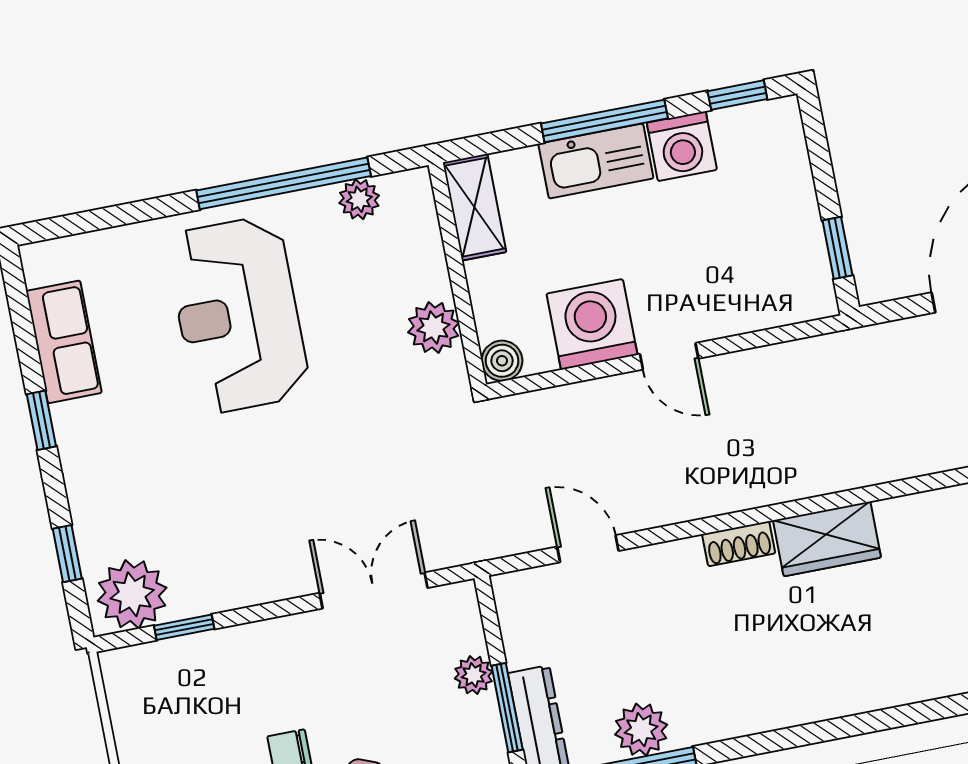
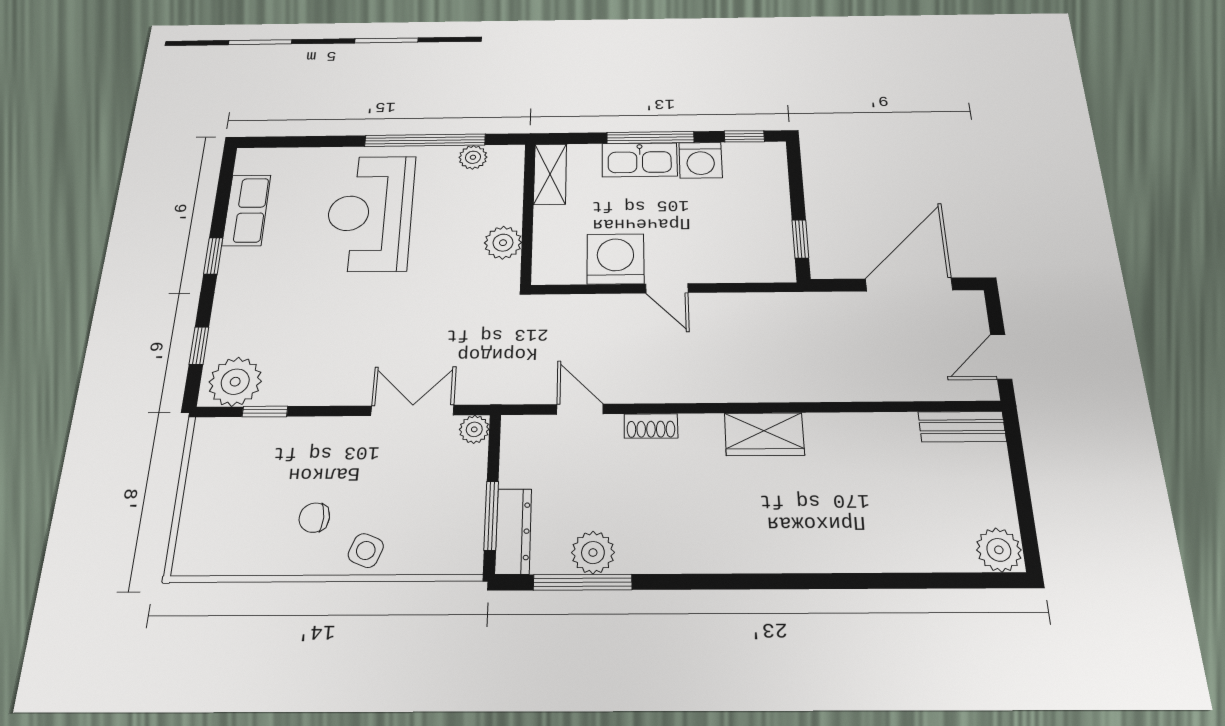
boiler: (502, 361) -> (546, 272), removed
shoe rack: (739, 544) -> (651, 426), moved
plant: (474, 675) -> (474, 429), moved

